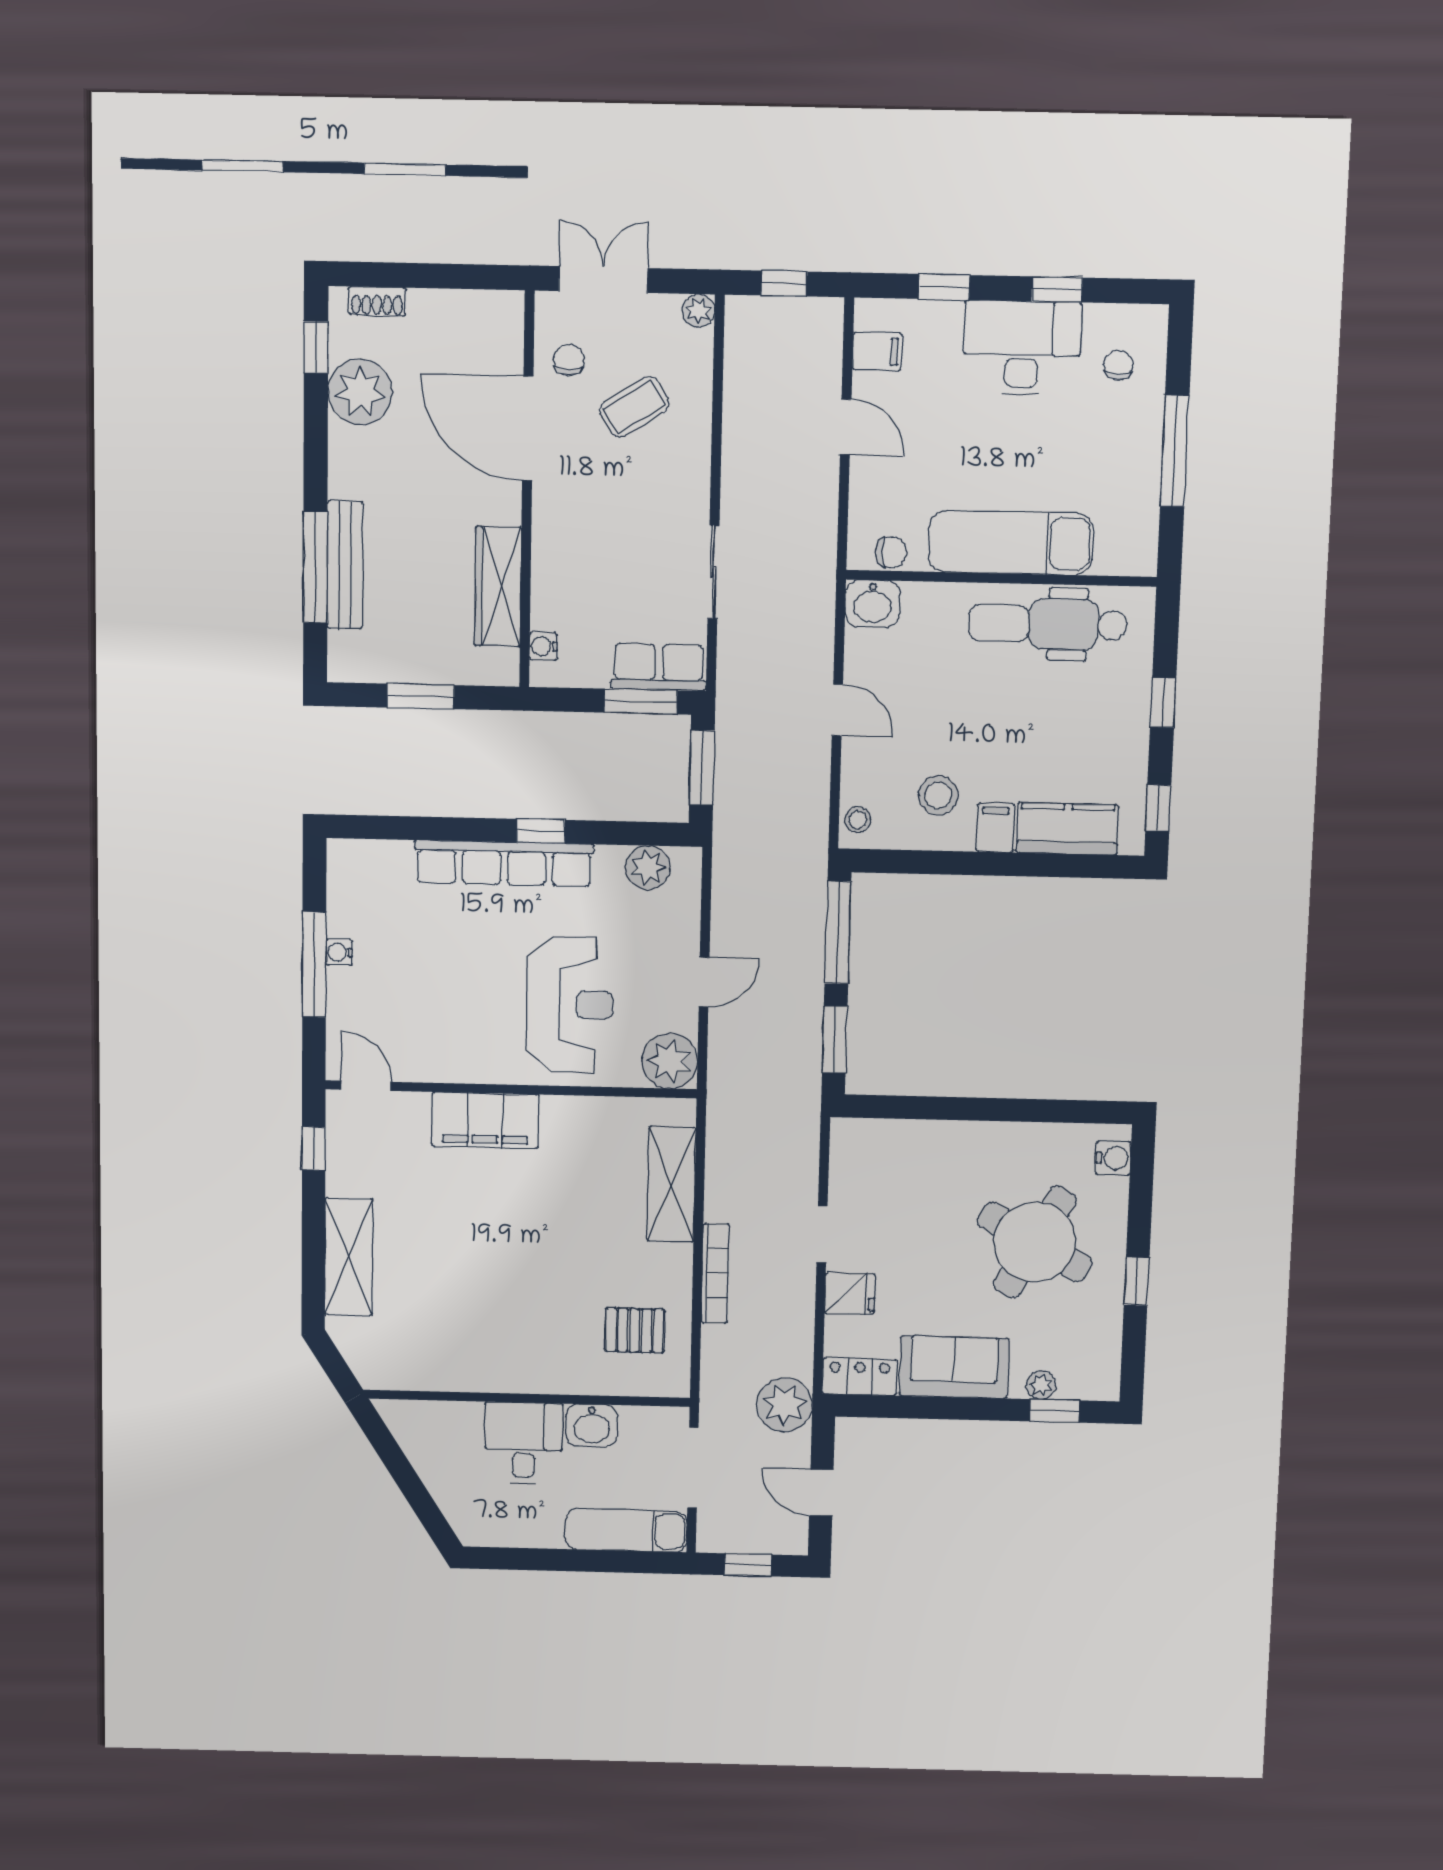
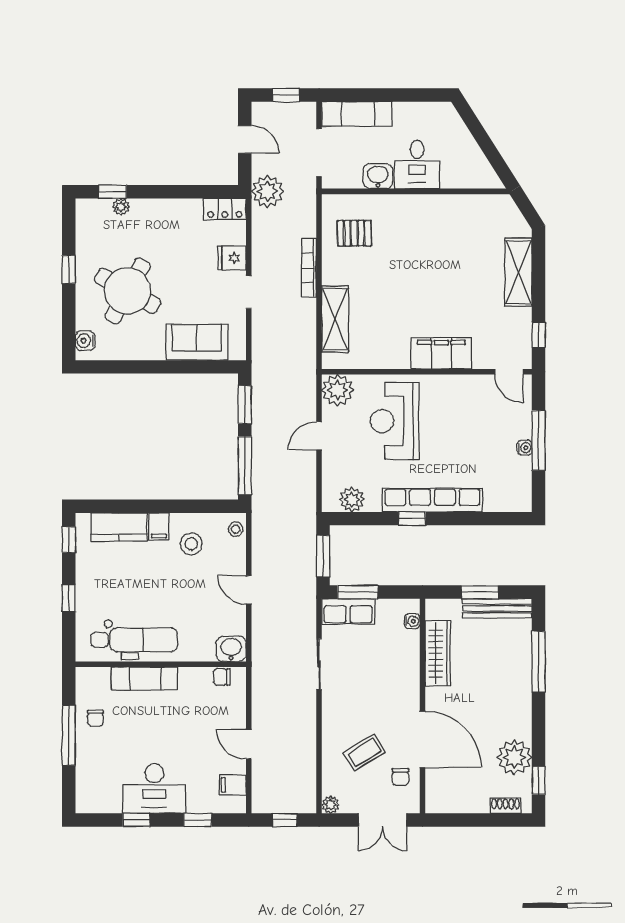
chair: (1118, 365) -> (95, 718), moved
exam couch: (1011, 543) -> (144, 678), width x0.73, depth x0.69
bench: (345, 565) -> (497, 608), moved, turned 90
sofa: (954, 1367) -> (197, 342), moved, turned 180

